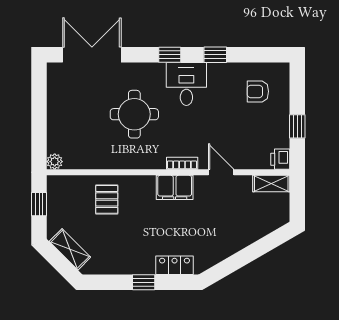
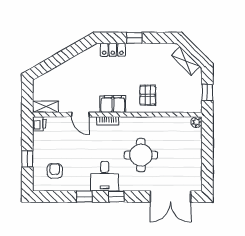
armchair: (258, 91) -> (55, 171), turned -90
window: (297, 126) -> (27, 159), moved
pallet: (107, 199) -> (148, 95), moved

